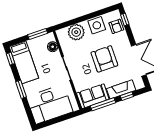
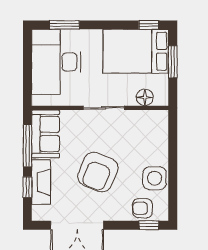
plant: (76, 32) -> (155, 142), removed
window: (38, 34) -> (173, 62), moved
armchair: (104, 59) -> (98, 172), turned 112
bed: (24, 62) -> (136, 51), width x1.50
window: (21, 89) -> (64, 25), moved

